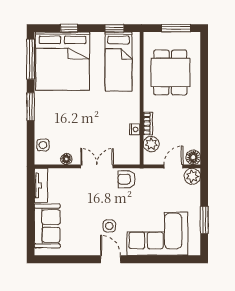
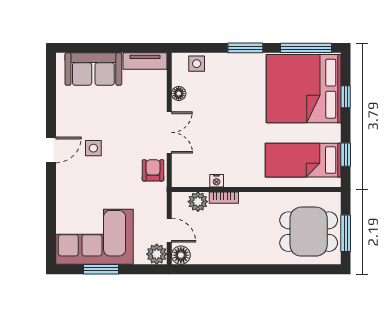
dining table: (170, 72) -> (309, 232), moved
corner sofa: (157, 234) -> (94, 237), moved, turned -90

